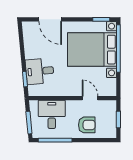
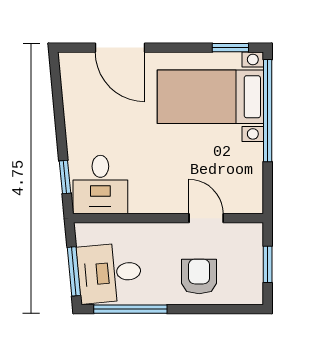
bed with nightstands: (92, 50) -> (210, 97), width x0.73
desk: (40, 71) -> (100, 185), moved, turned -85
desk: (52, 114) -> (109, 273), moved, turned -95
armchair: (87, 125) -> (199, 276), turned -90

